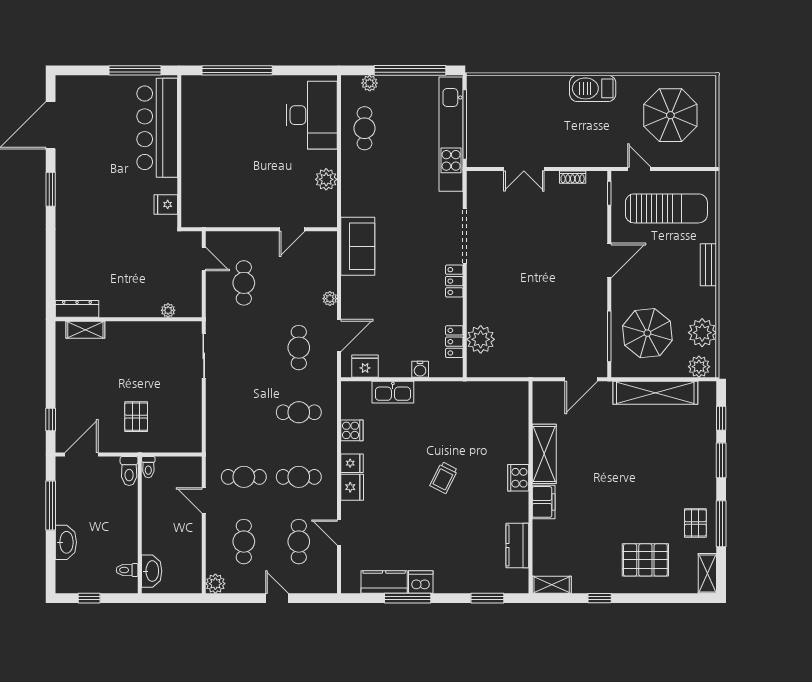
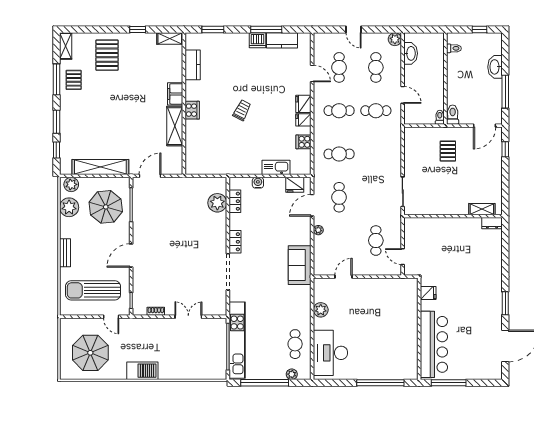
dresser: (77, 309) -> (492, 223), width x0.70
plant: (168, 310) -> (427, 222), removed
pallet: (645, 560) -> (107, 55), turned 90
washbasin: (152, 571) -> (411, 53), moved, turned 180

